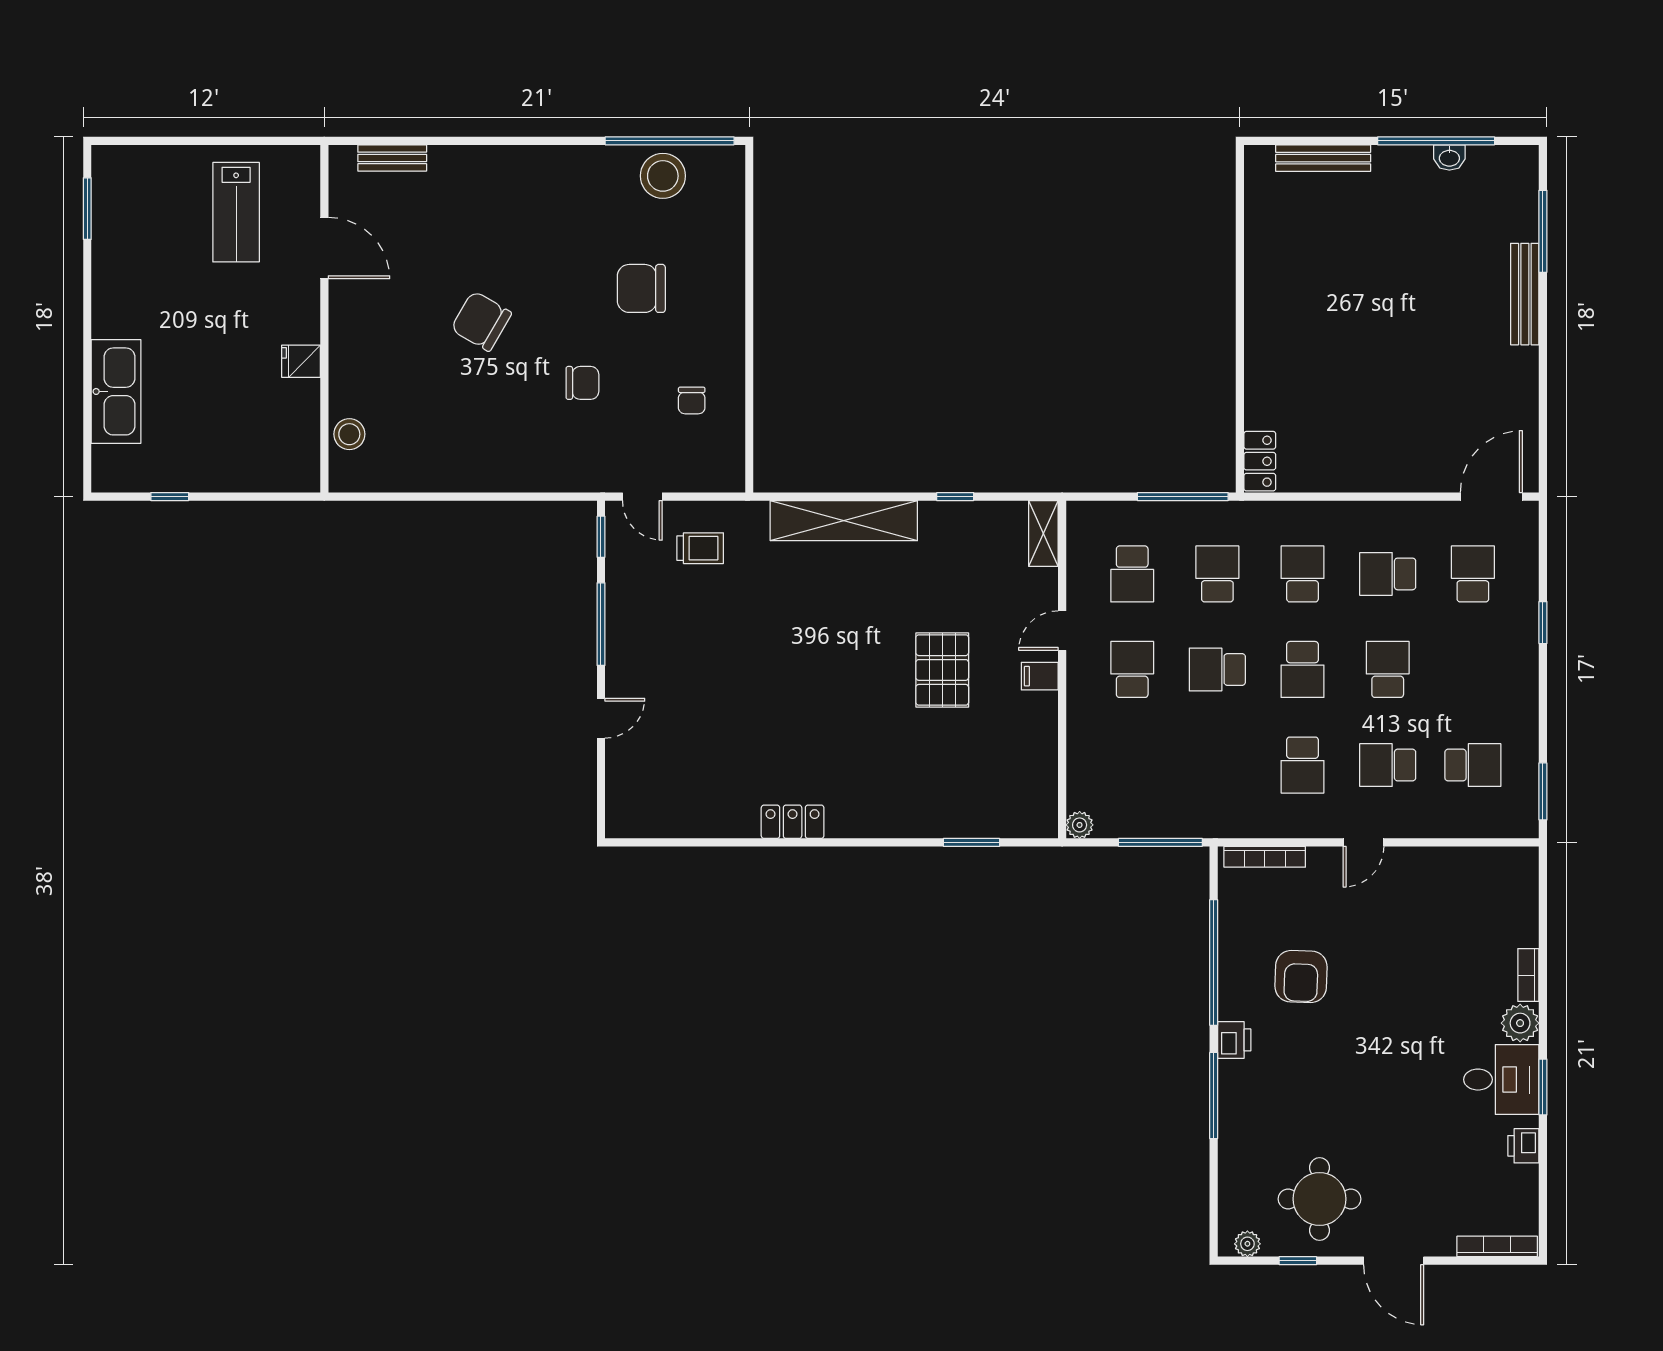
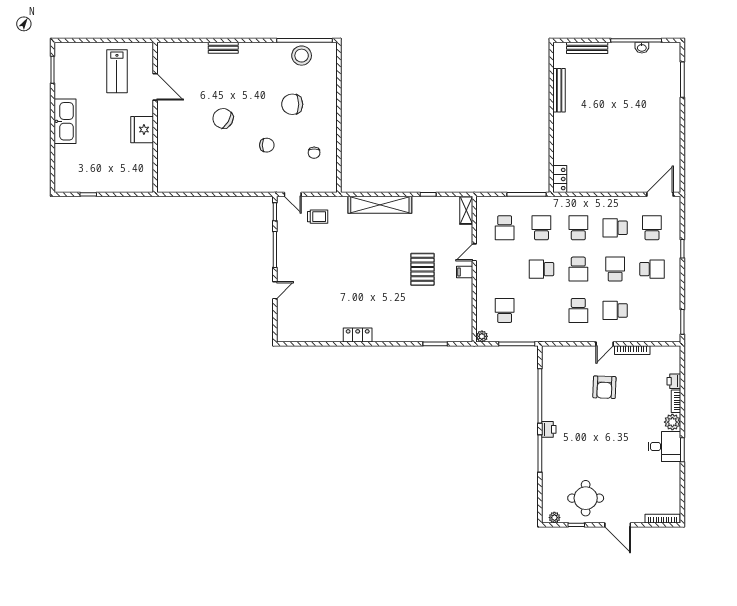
bench: (392, 158) -> (223, 48), moved
bench: (1525, 294) -> (559, 90), moved
fridge: (301, 361) -> (142, 130), width x1.88, depth x1.34
kitchen sink: (116, 391) -> (65, 121), moved
stool: (349, 434) -> (166, 167), removed
school desk: (1132, 669) -> (505, 310), moved
school desk: (1473, 765) -> (652, 269), moved
bookcase: (1265, 857) -> (632, 350), moved
armchair: (1301, 976) -> (604, 387), moved
printer: (1523, 1146) -> (674, 381), moved

